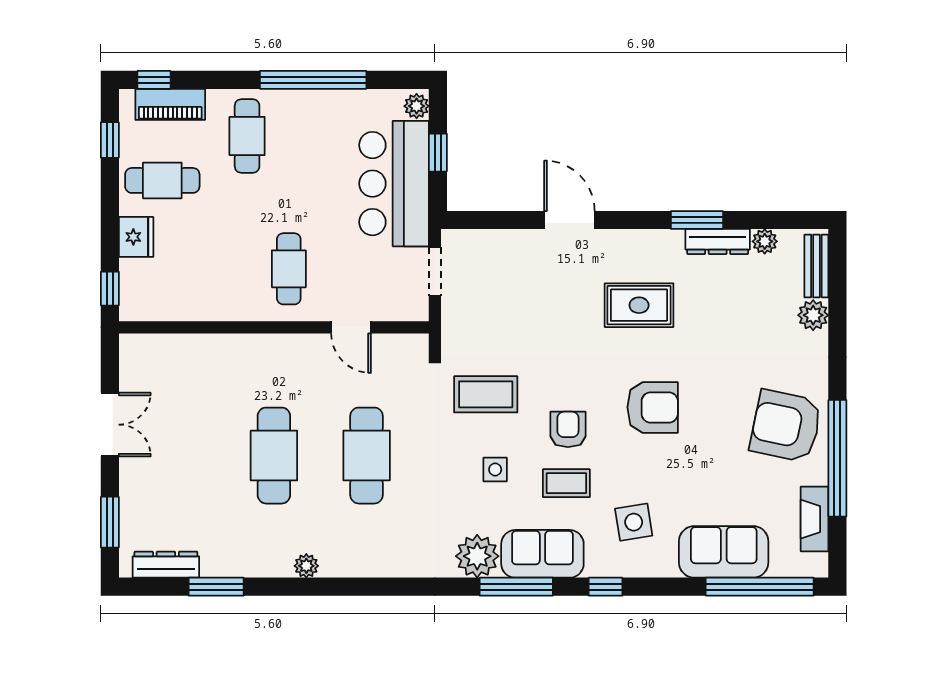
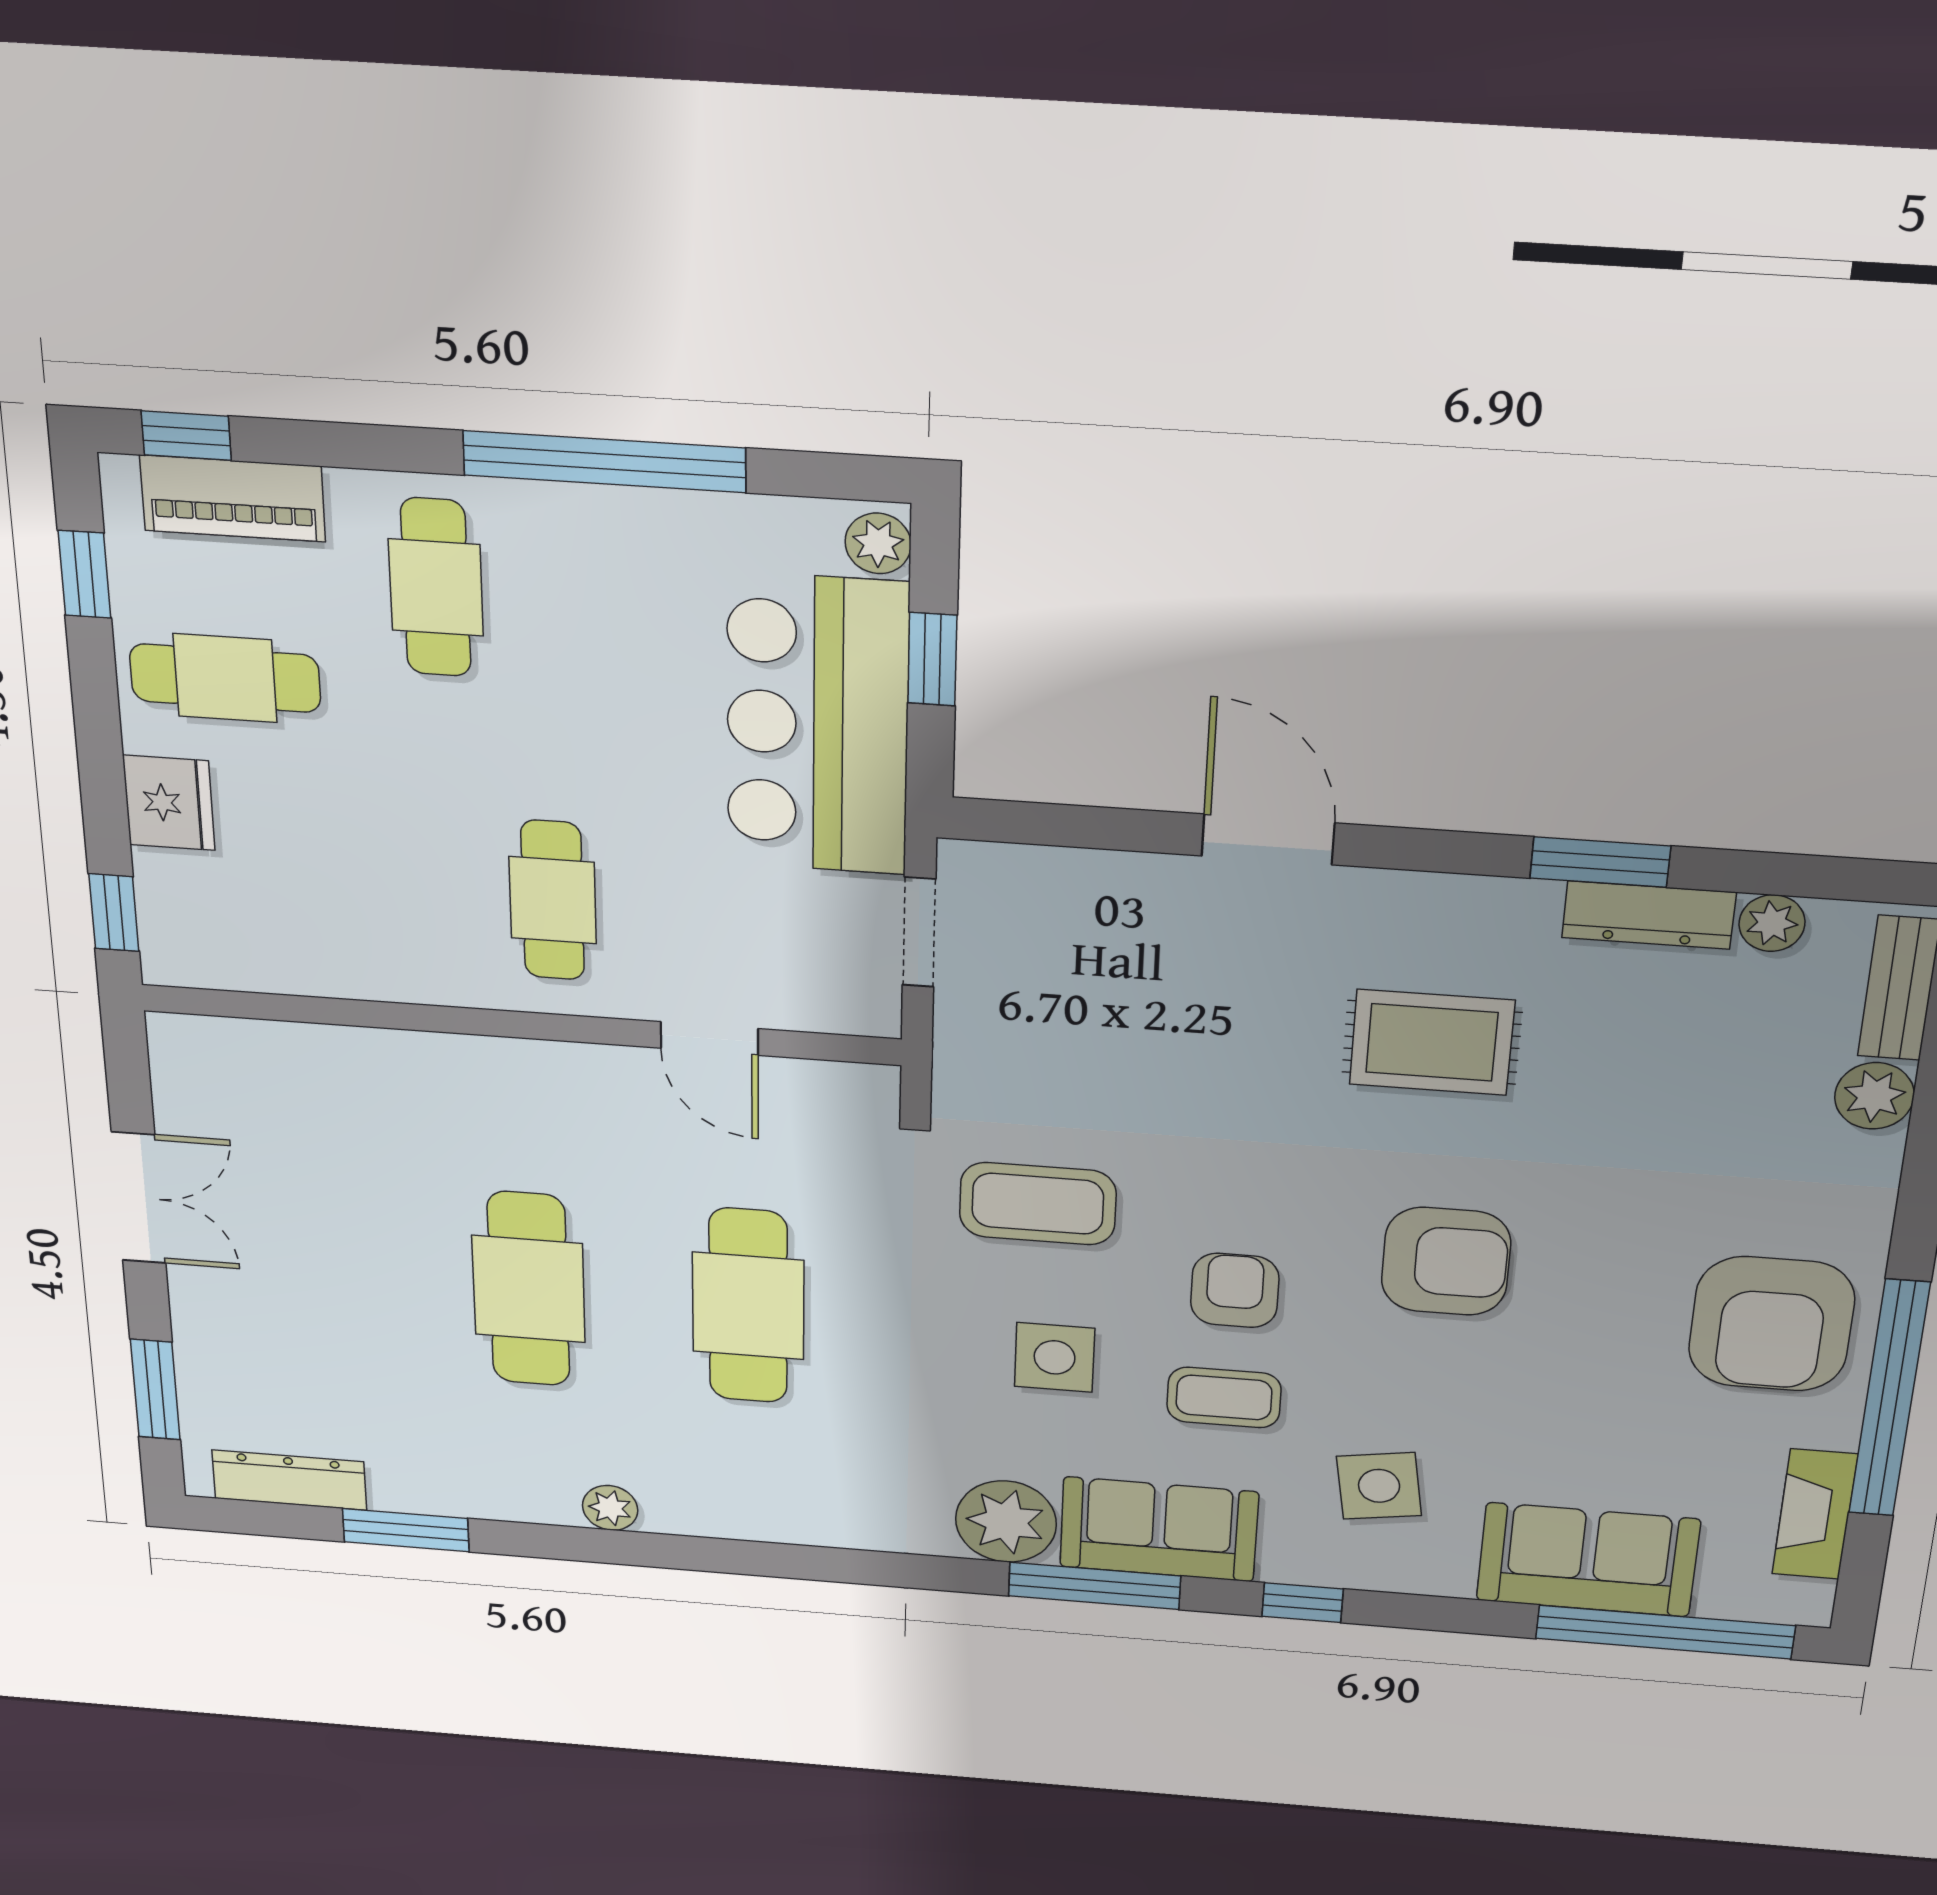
armchair: (786, 426) -> (1771, 1324), turned -102
side table: (495, 470) -> (1055, 1357), width x1.37, depth x1.37

